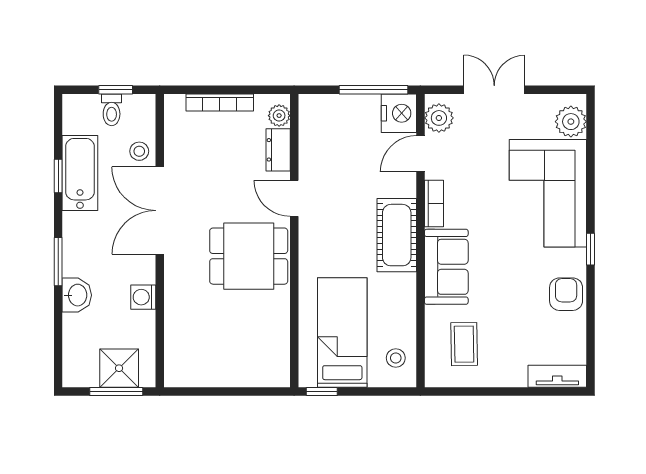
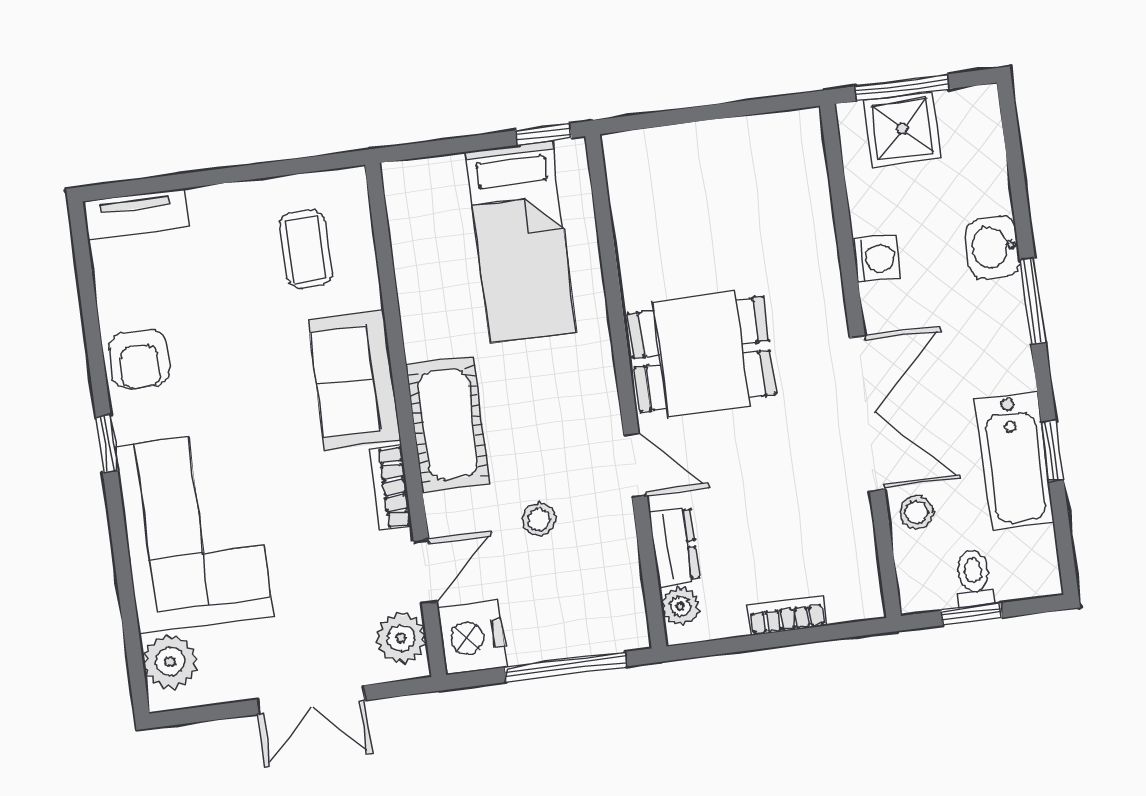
window: (373, 90) -> (566, 667), moved
bookcase: (220, 102) -> (787, 616), width x0.64
stool: (396, 358) -> (539, 519), moved

